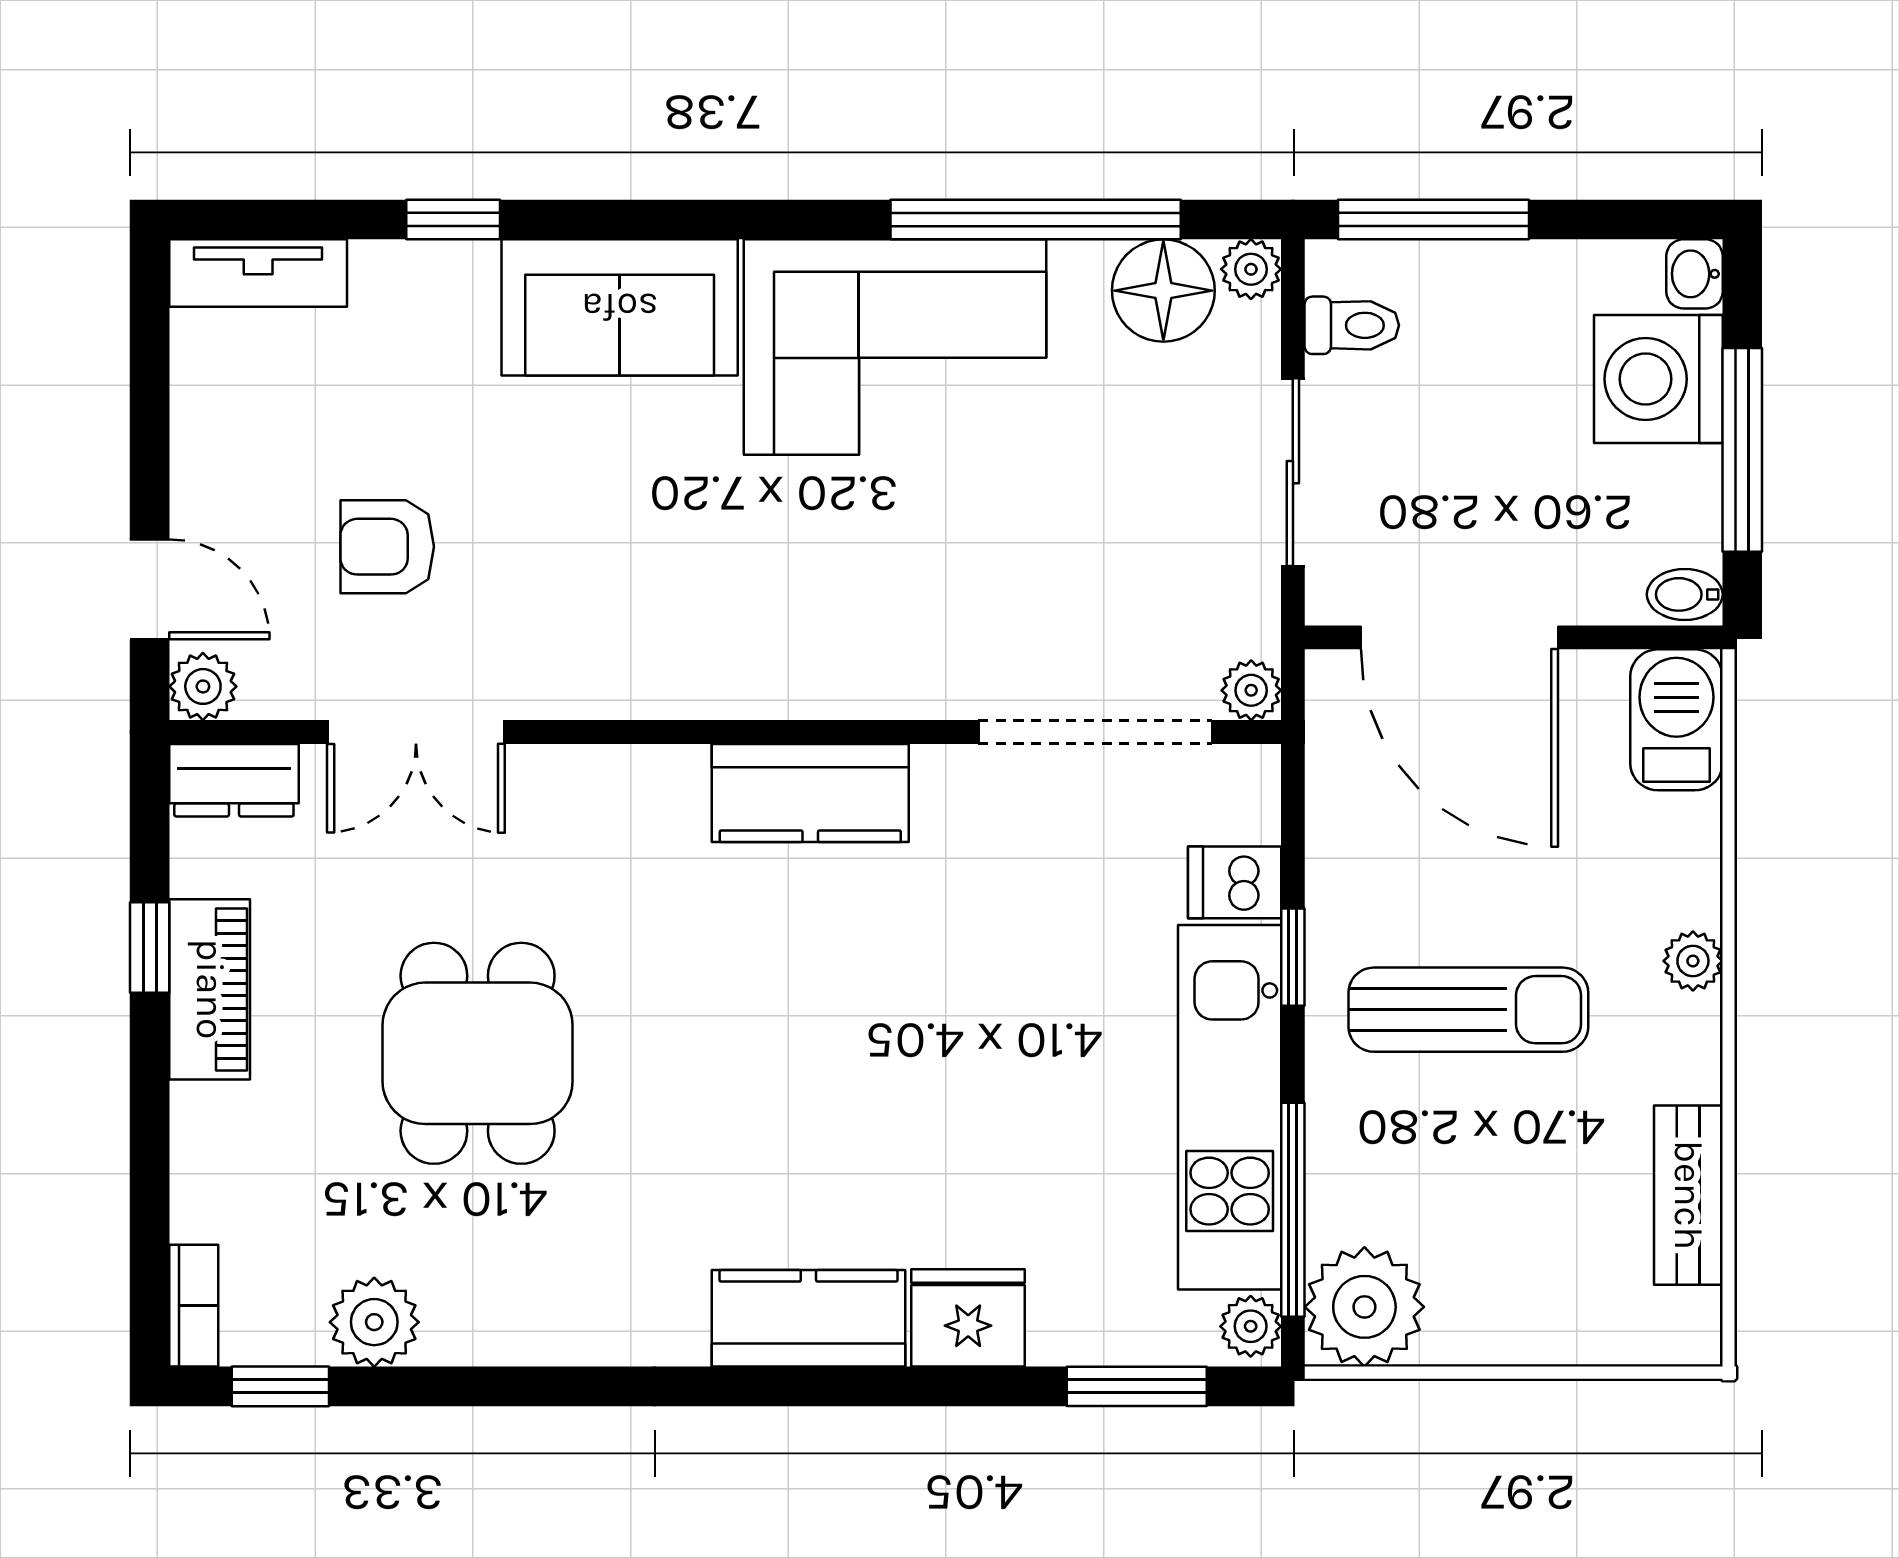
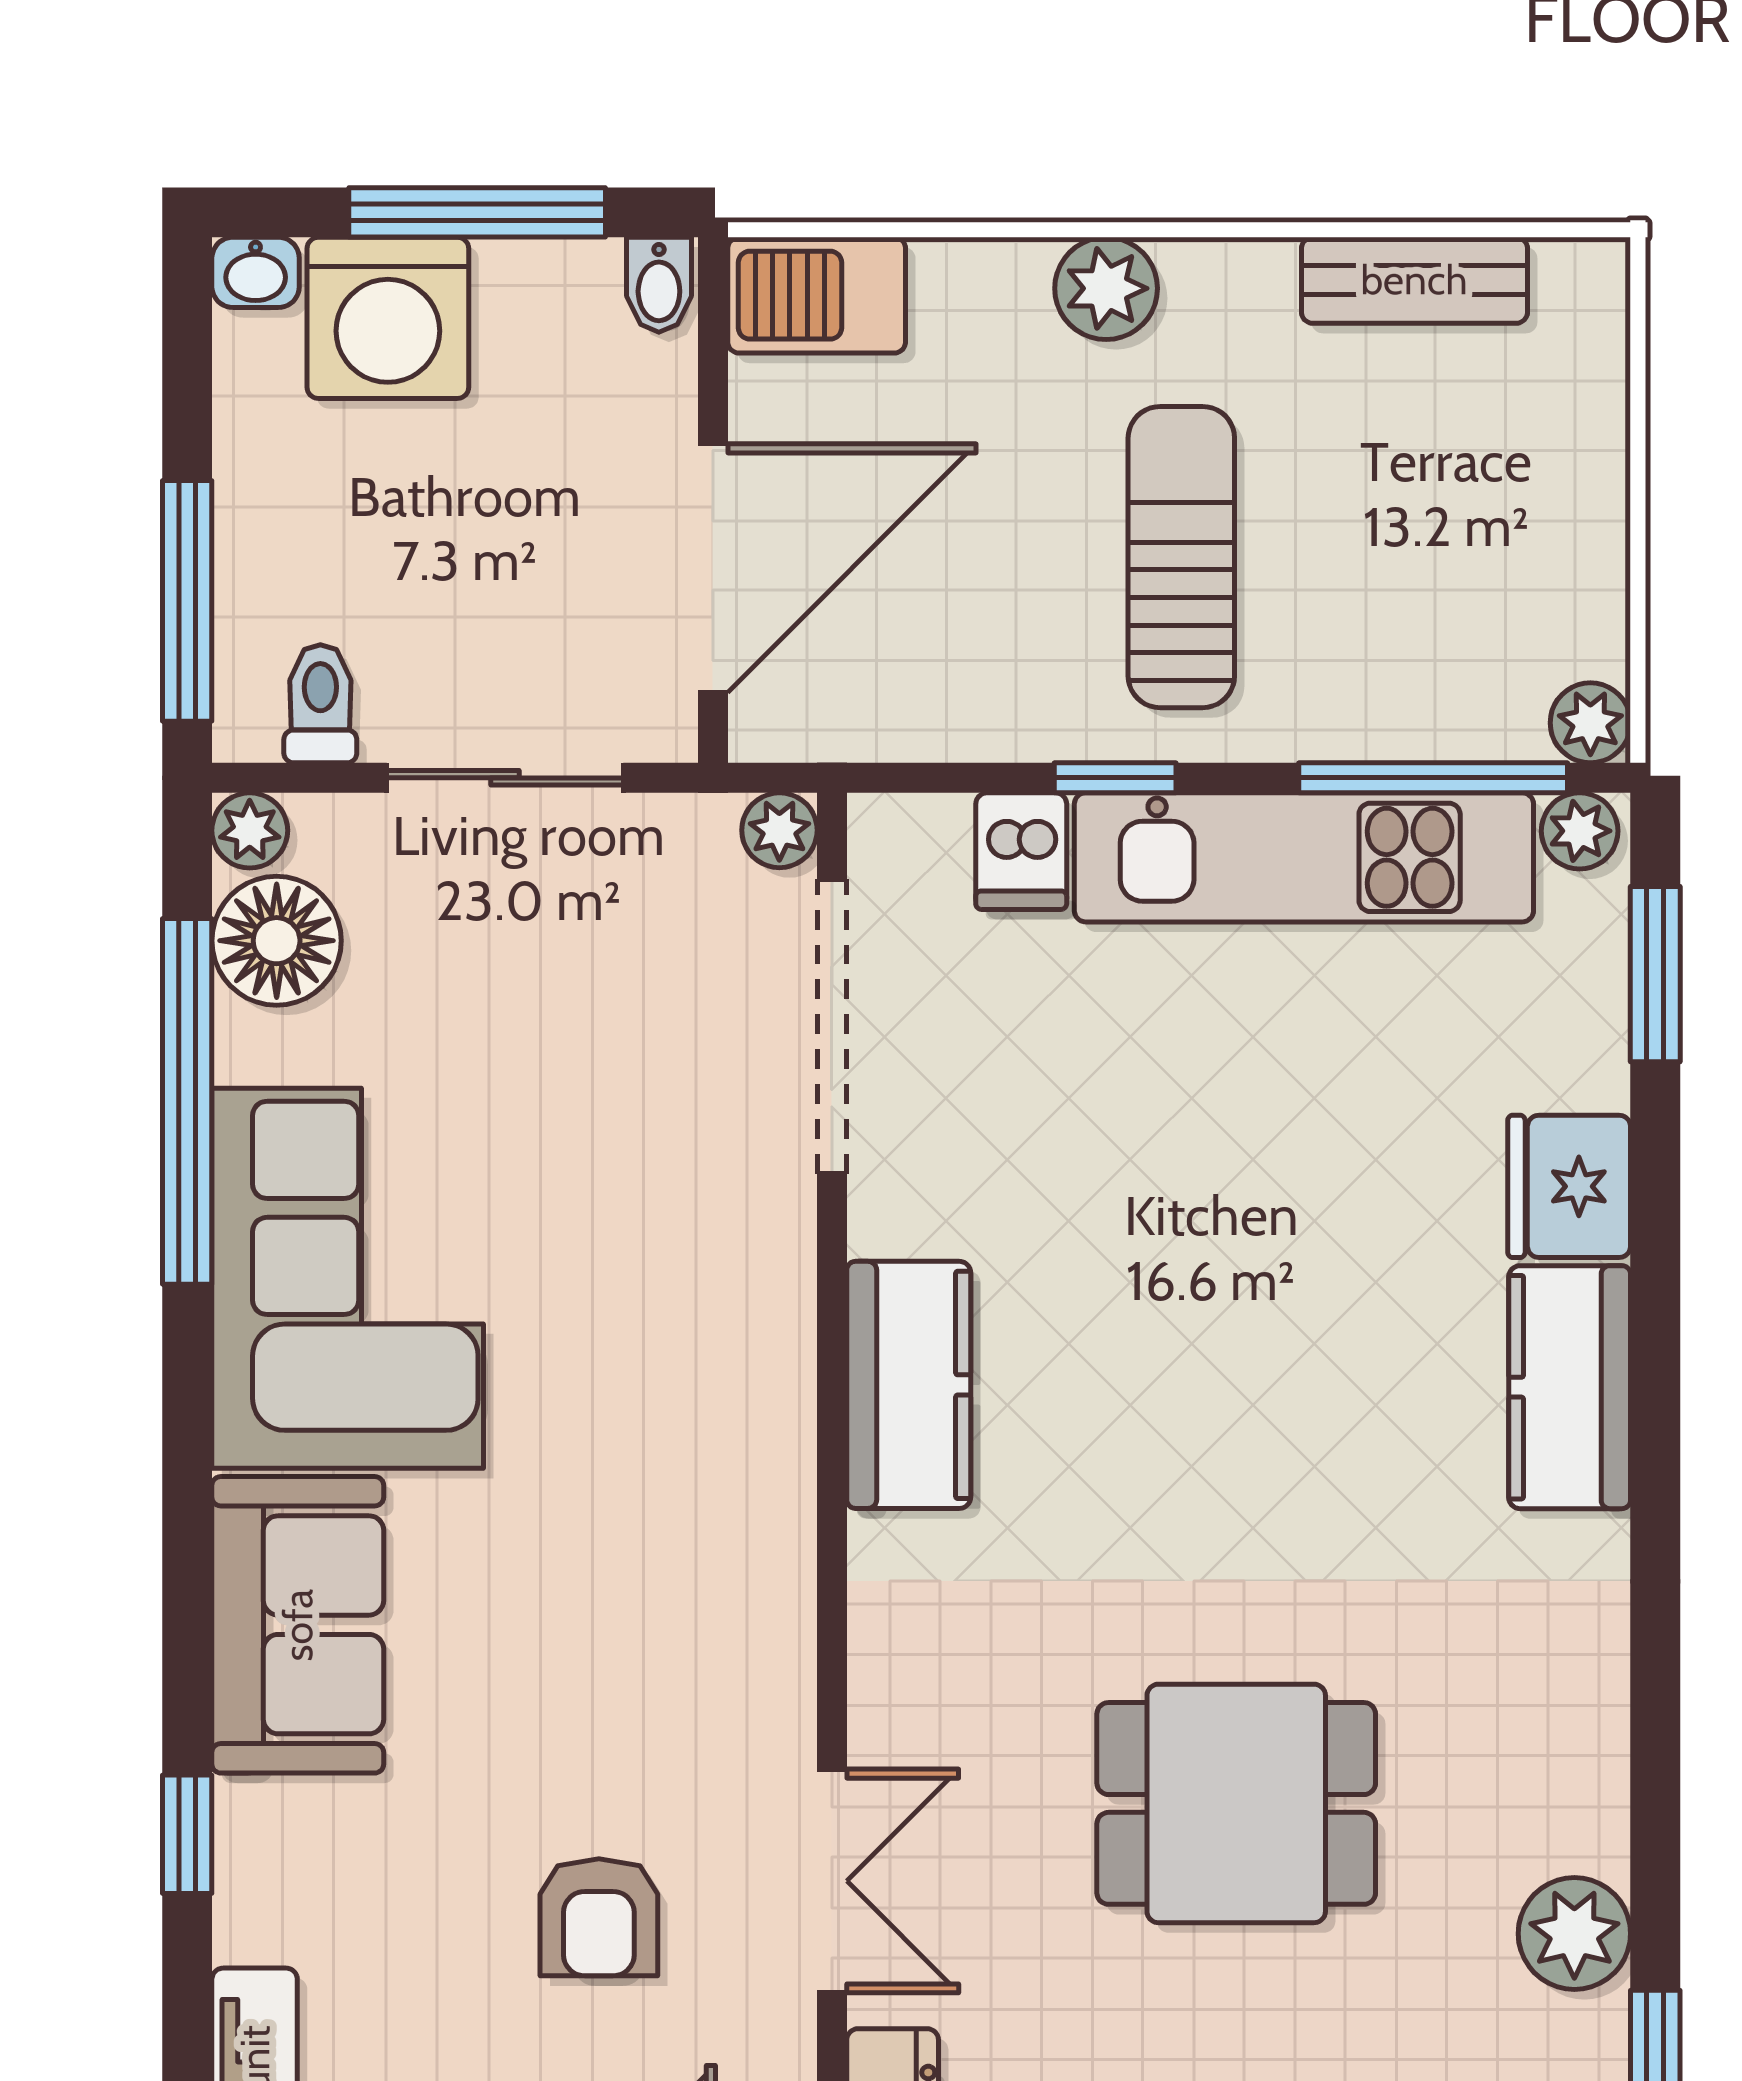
plant: (1693, 961) -> (1106, 288), width x1.38, depth x1.38
plant: (1364, 1307) -> (1590, 723), width x0.53, depth x0.53

